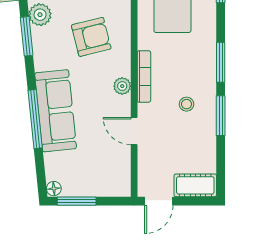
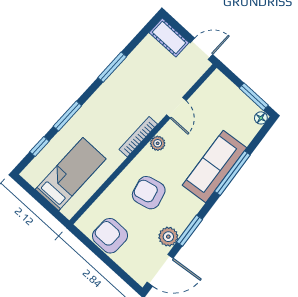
window: (221, 62) -> (67, 116), moved
stool: (187, 104) -> (127, 94), removed

